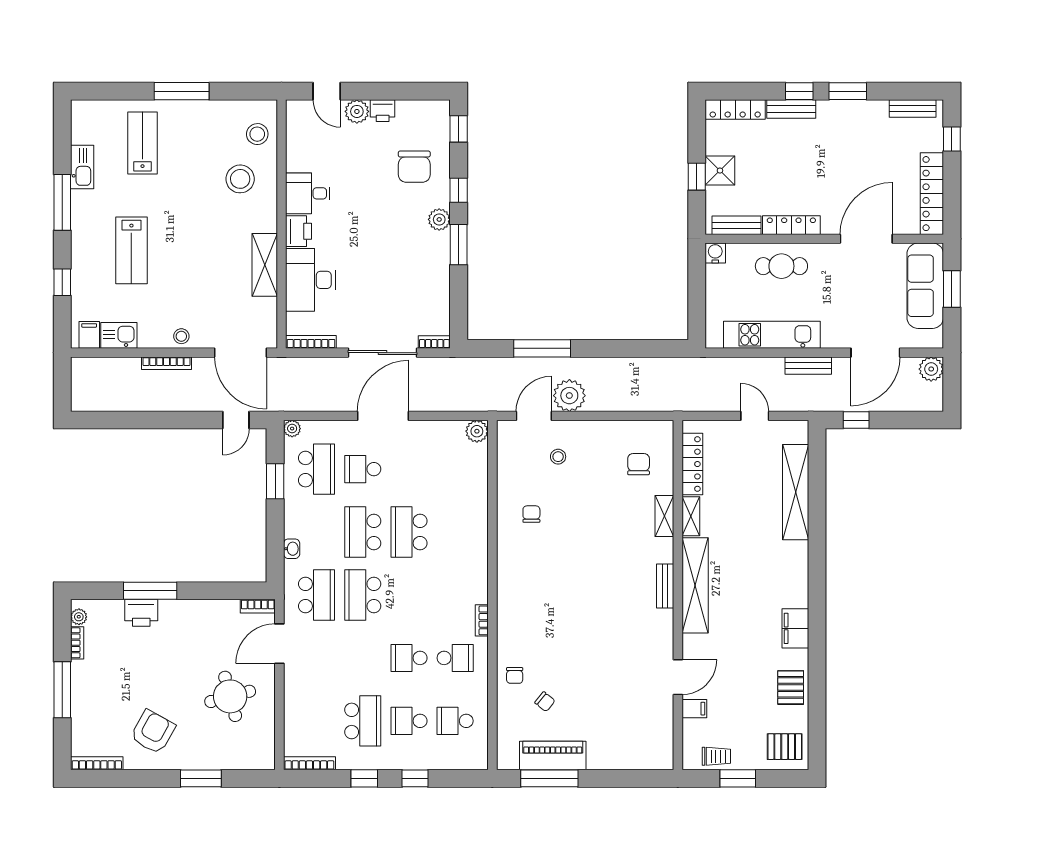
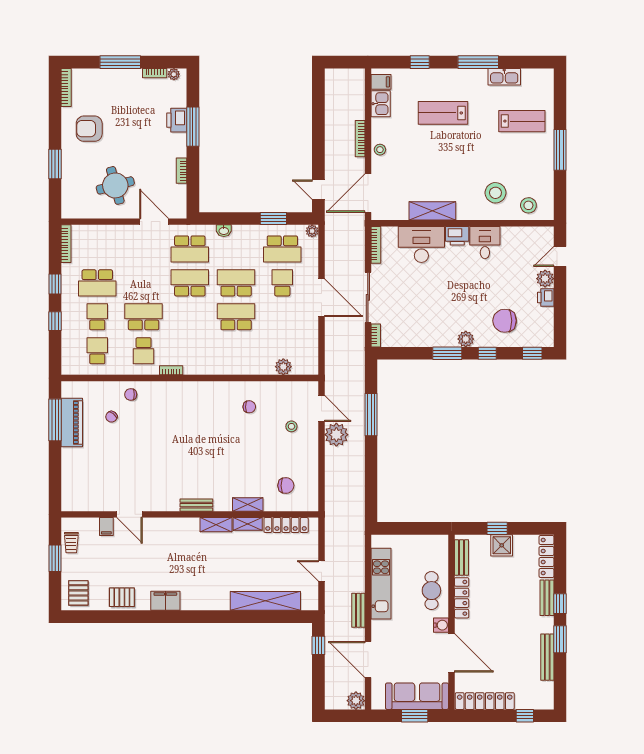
bench: (913, 108) -> (547, 657), moved, width x1.36
water cooler: (715, 253) -> (441, 625), moved
door: (755, 416) -> (321, 571), swing flipped
plant: (477, 431) -> (283, 367), moved
shelving: (695, 585) -> (216, 525), width x0.45, depth x0.75
bookcase: (258, 606) -> (182, 171), moved
school desk: (409, 658) -> (144, 317), width x1.85
armchair: (153, 732) -> (89, 129), turned 151

